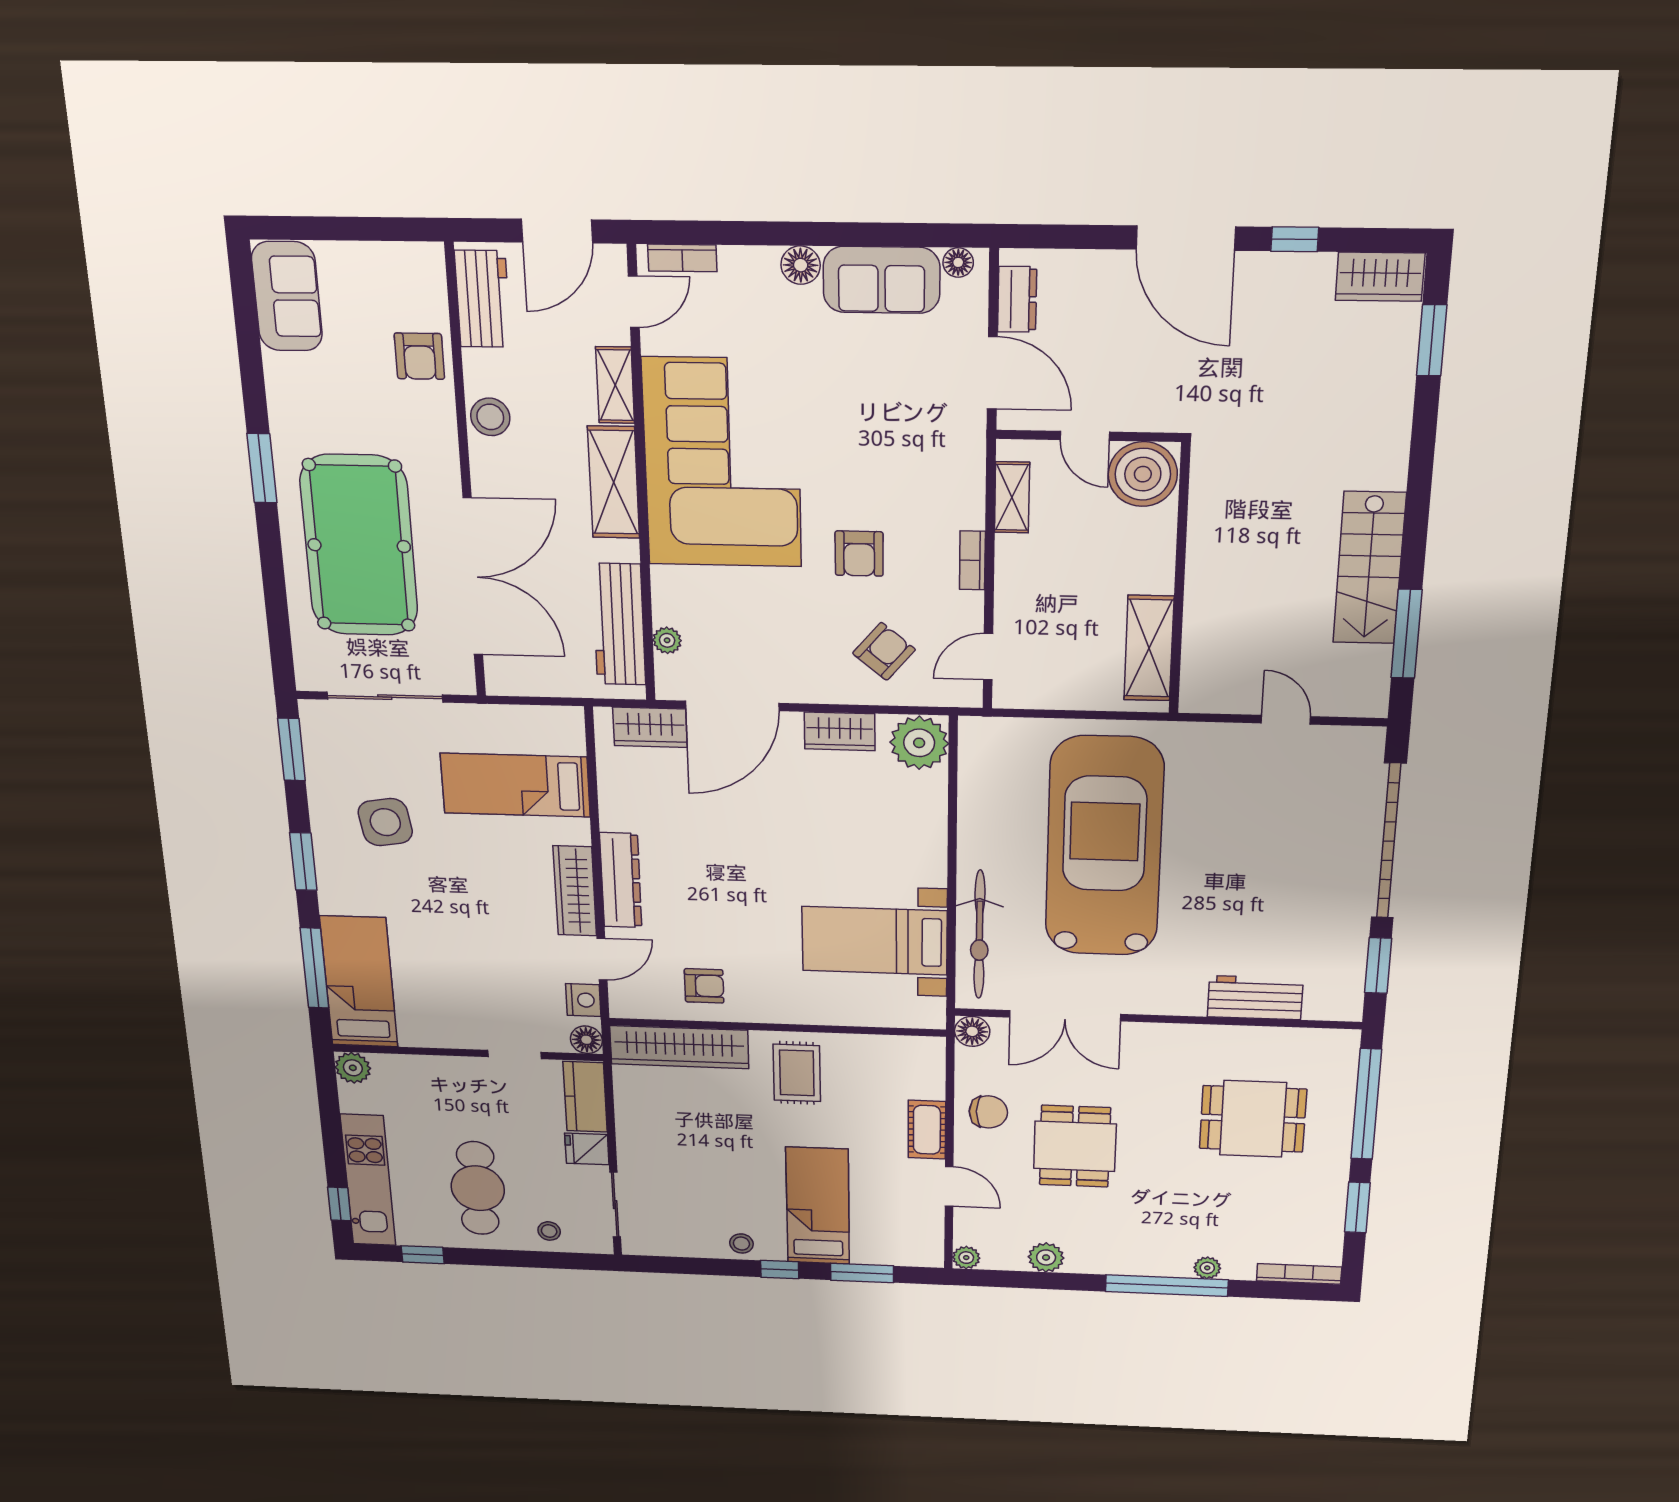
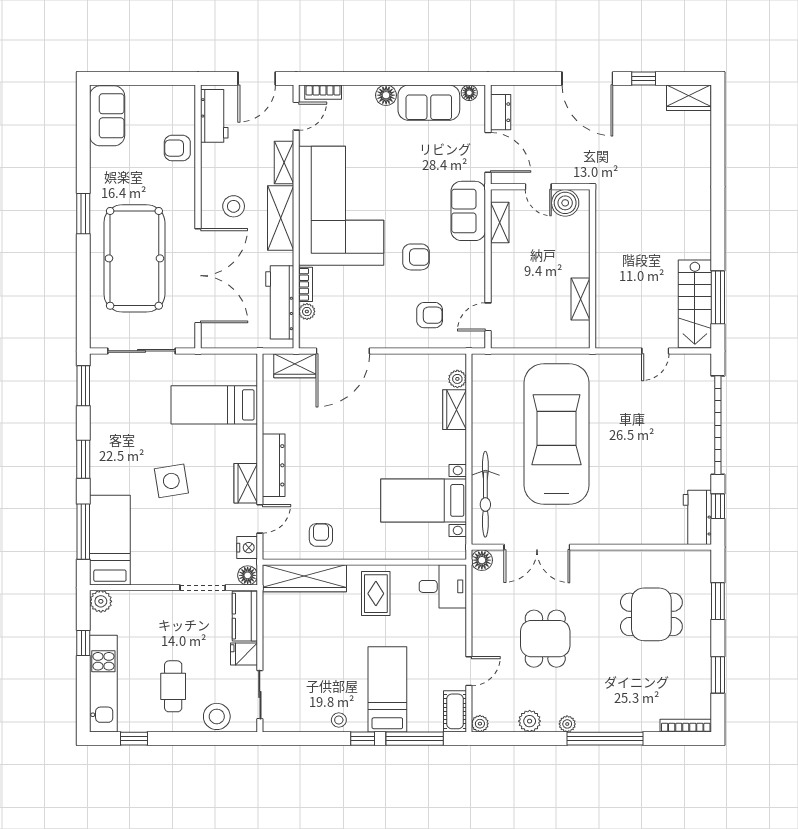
window: (1432, 340) -> (718, 131), removed
armchair: (419, 356) -> (177, 148), turned 90
stool: (490, 417) -> (234, 206), moved
boiler: (1143, 474) -> (565, 203), width x0.73, depth x0.73
sofa: (954, 476) -> (468, 211), added
armchair: (859, 554) -> (416, 257), turned -90
bookcase: (972, 560) -> (306, 284), moved, turned 180
stairs: (1369, 568) -> (695, 304), moved
shelving: (1149, 648) -> (580, 299), width x0.67, depth x0.75
armchair: (884, 651) -> (430, 315), turned 50
door: (1286, 720) -> (655, 351), swing flipped
wardrobe: (840, 731) -> (455, 410), moved, turned 90
plant: (919, 743) -> (457, 379), width x0.53, depth x0.53
side table: (385, 822) -> (171, 481), moved
wardrobe: (575, 891) -> (246, 483), width x0.67
window: (1378, 965) -> (718, 506), width x0.67
armchair: (704, 986) -> (321, 535), turned -90
workbench: (1255, 998) -> (697, 517), moved, turned -90
doorway: (515, 1055) -> (203, 588), width x1.38
desk: (907, 1067) -> (443, 586), added
window: (1366, 1104) -> (718, 601), width x0.47
chair: (988, 1112) -> (492, 616), removed
cot: (927, 1130) -> (455, 711), moved
door: (949, 1186) -> (469, 671), hinge flipped
cafe table: (478, 1188) -> (173, 686), width x0.73, depth x0.74
window: (339, 1204) -> (83, 643), moved
stool: (549, 1231) -> (217, 716), width x1.89, depth x1.89
plant: (1207, 1268) -> (567, 724), moved
window: (862, 1273) -> (415, 739), width x1.44

